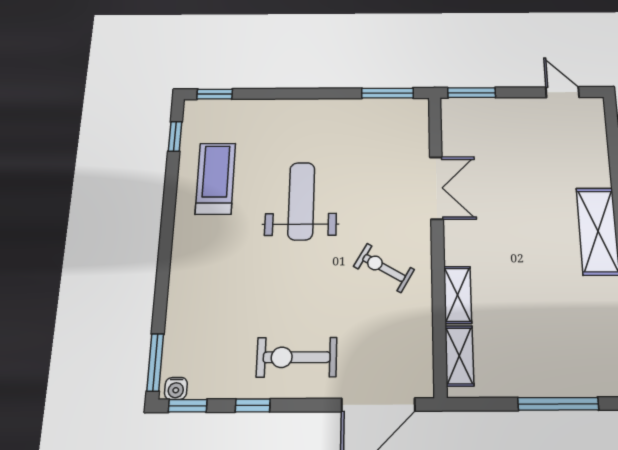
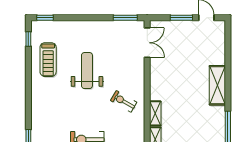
window: (472, 93) -> (181, 18), moved
treadmill: (215, 178) -> (48, 60), turned 180
double door: (436, 188) -> (147, 43), moved

